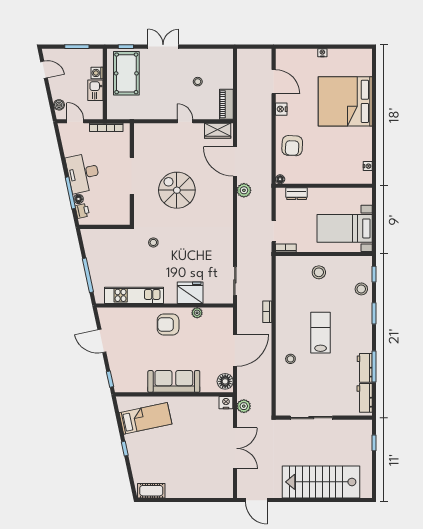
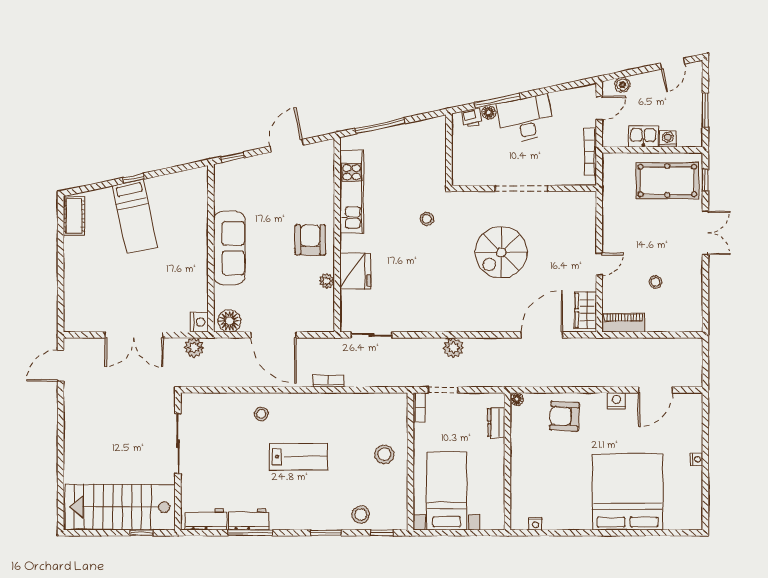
spiral stairs: (177, 190) -> (501, 252), turned 180
plant: (244, 190) -> (453, 348), moved
bed: (145, 418) -> (135, 217), moved
stairs: (321, 482) -> (120, 507), moved, turned -90

